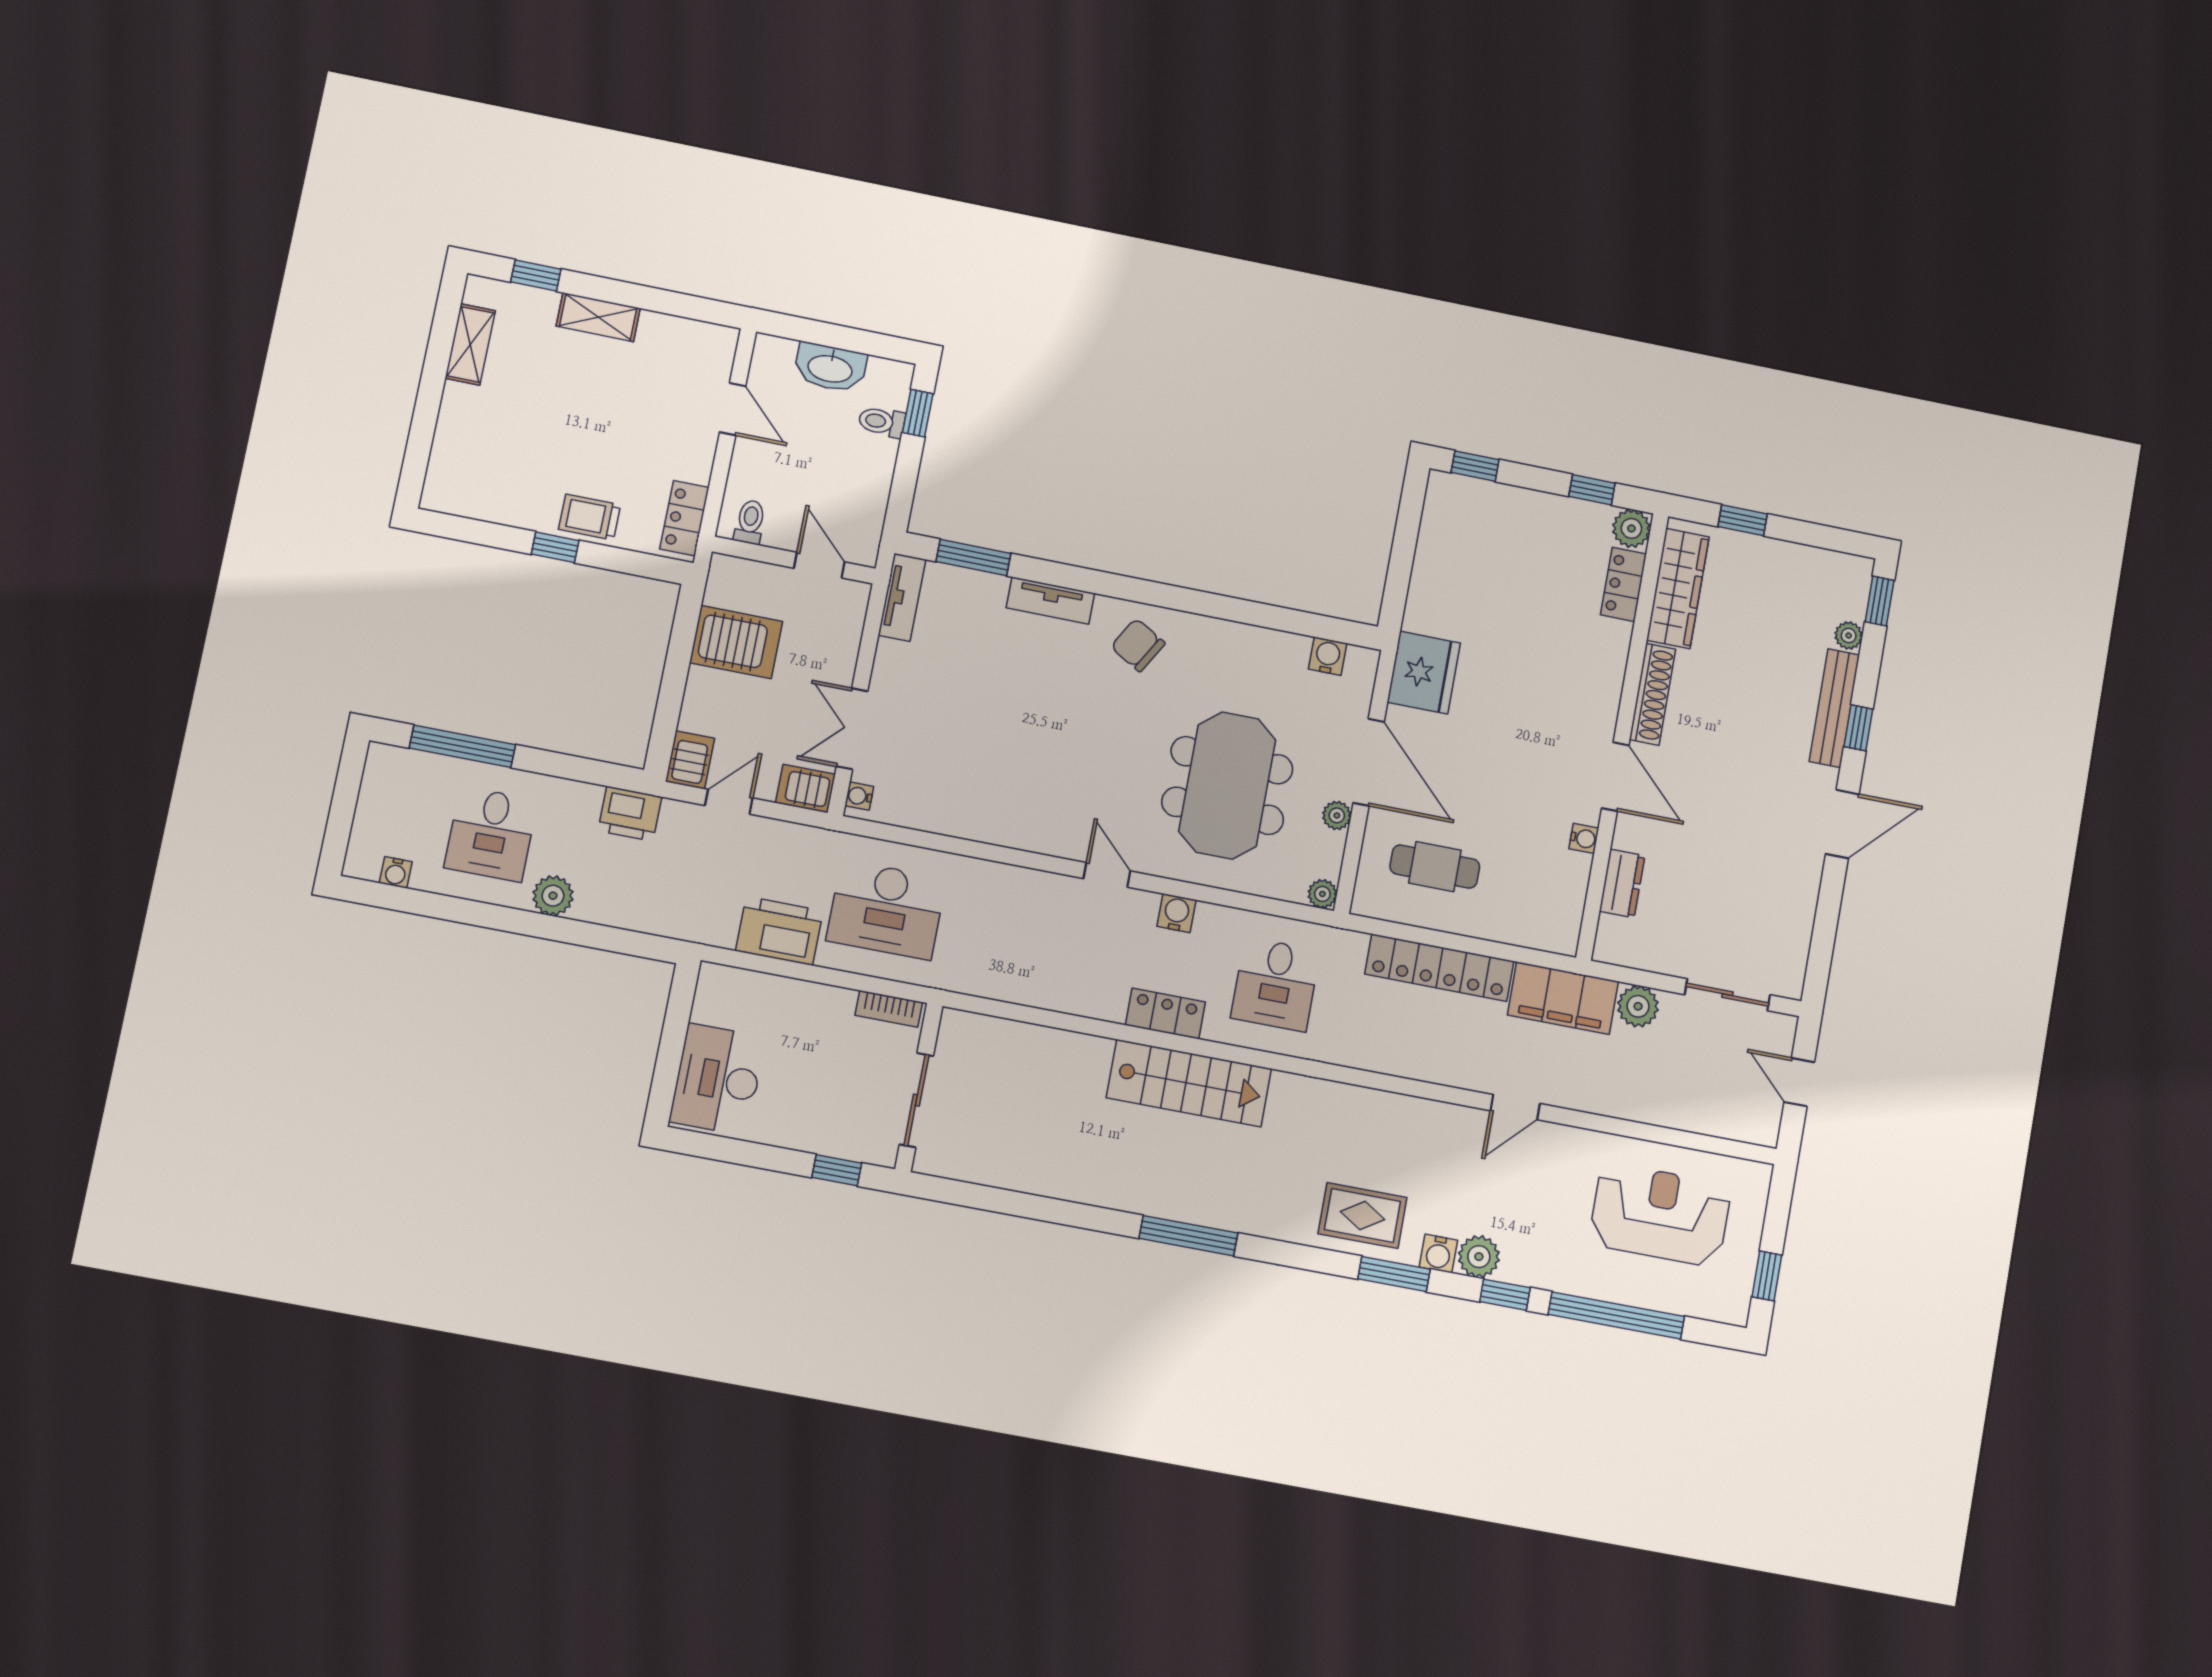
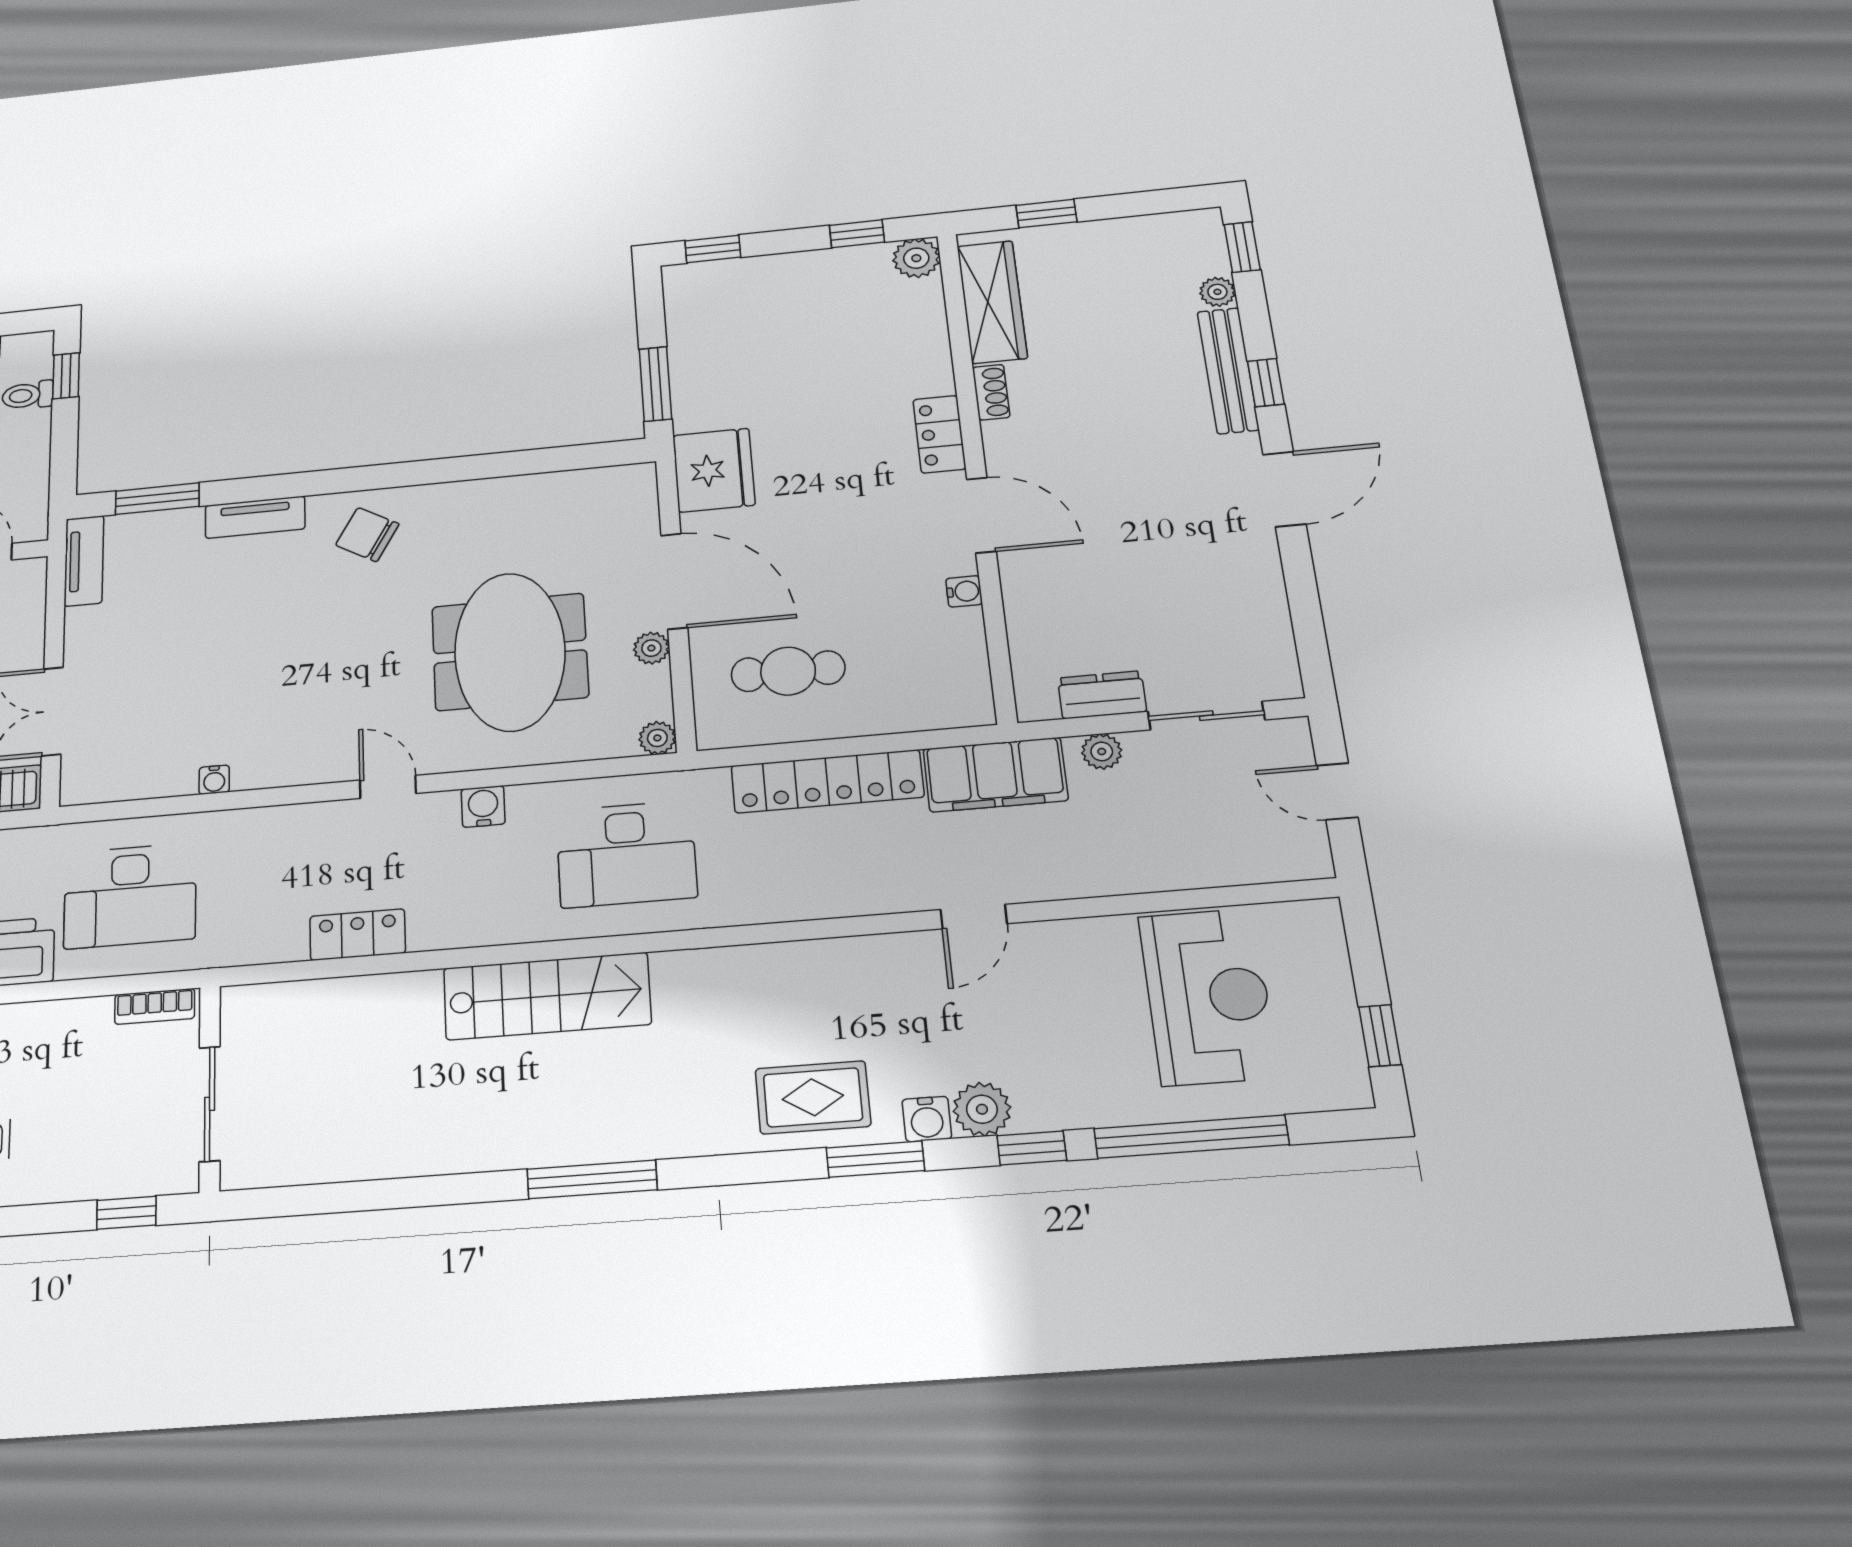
window: (1398, 579) -> (655, 384), added
locker: (1623, 584) -> (939, 434), moved
water cooler: (1328, 656) -> (594, 485), removed
shoe rack: (1652, 694) -> (991, 392), width x0.51, depth x0.81
water cooler: (859, 796) -> (214, 780), moved, turned -90
dresser: (1622, 883) -> (1102, 695), moved, turned -90
desk: (1275, 984) -> (626, 854), width x1.37
plant: (1638, 1006) -> (1102, 752), width x0.73, depth x0.73
locker: (1165, 1014) -> (358, 935), moved
reception desk: (1660, 1214) -> (1208, 996), turned 90

